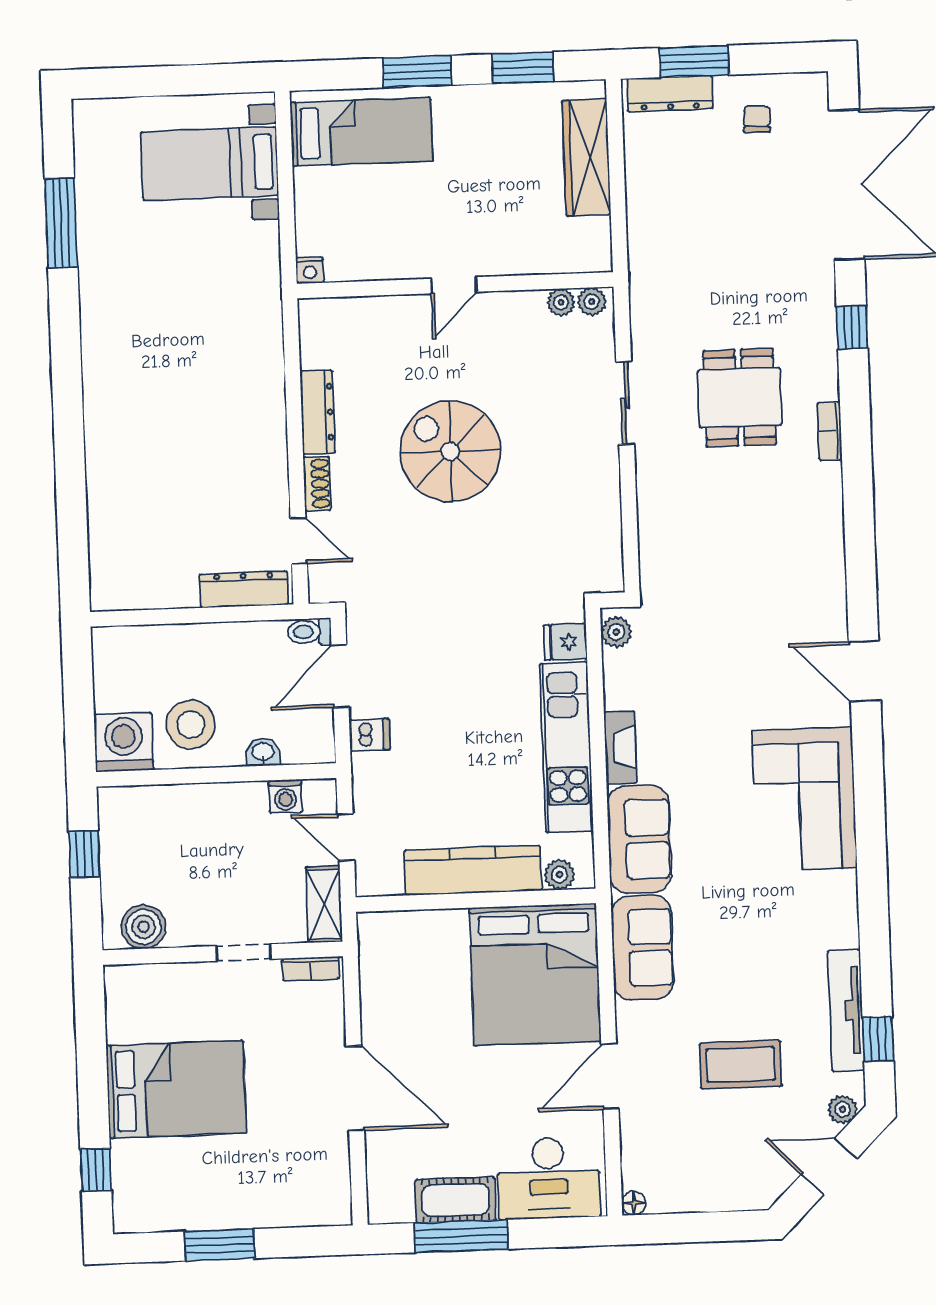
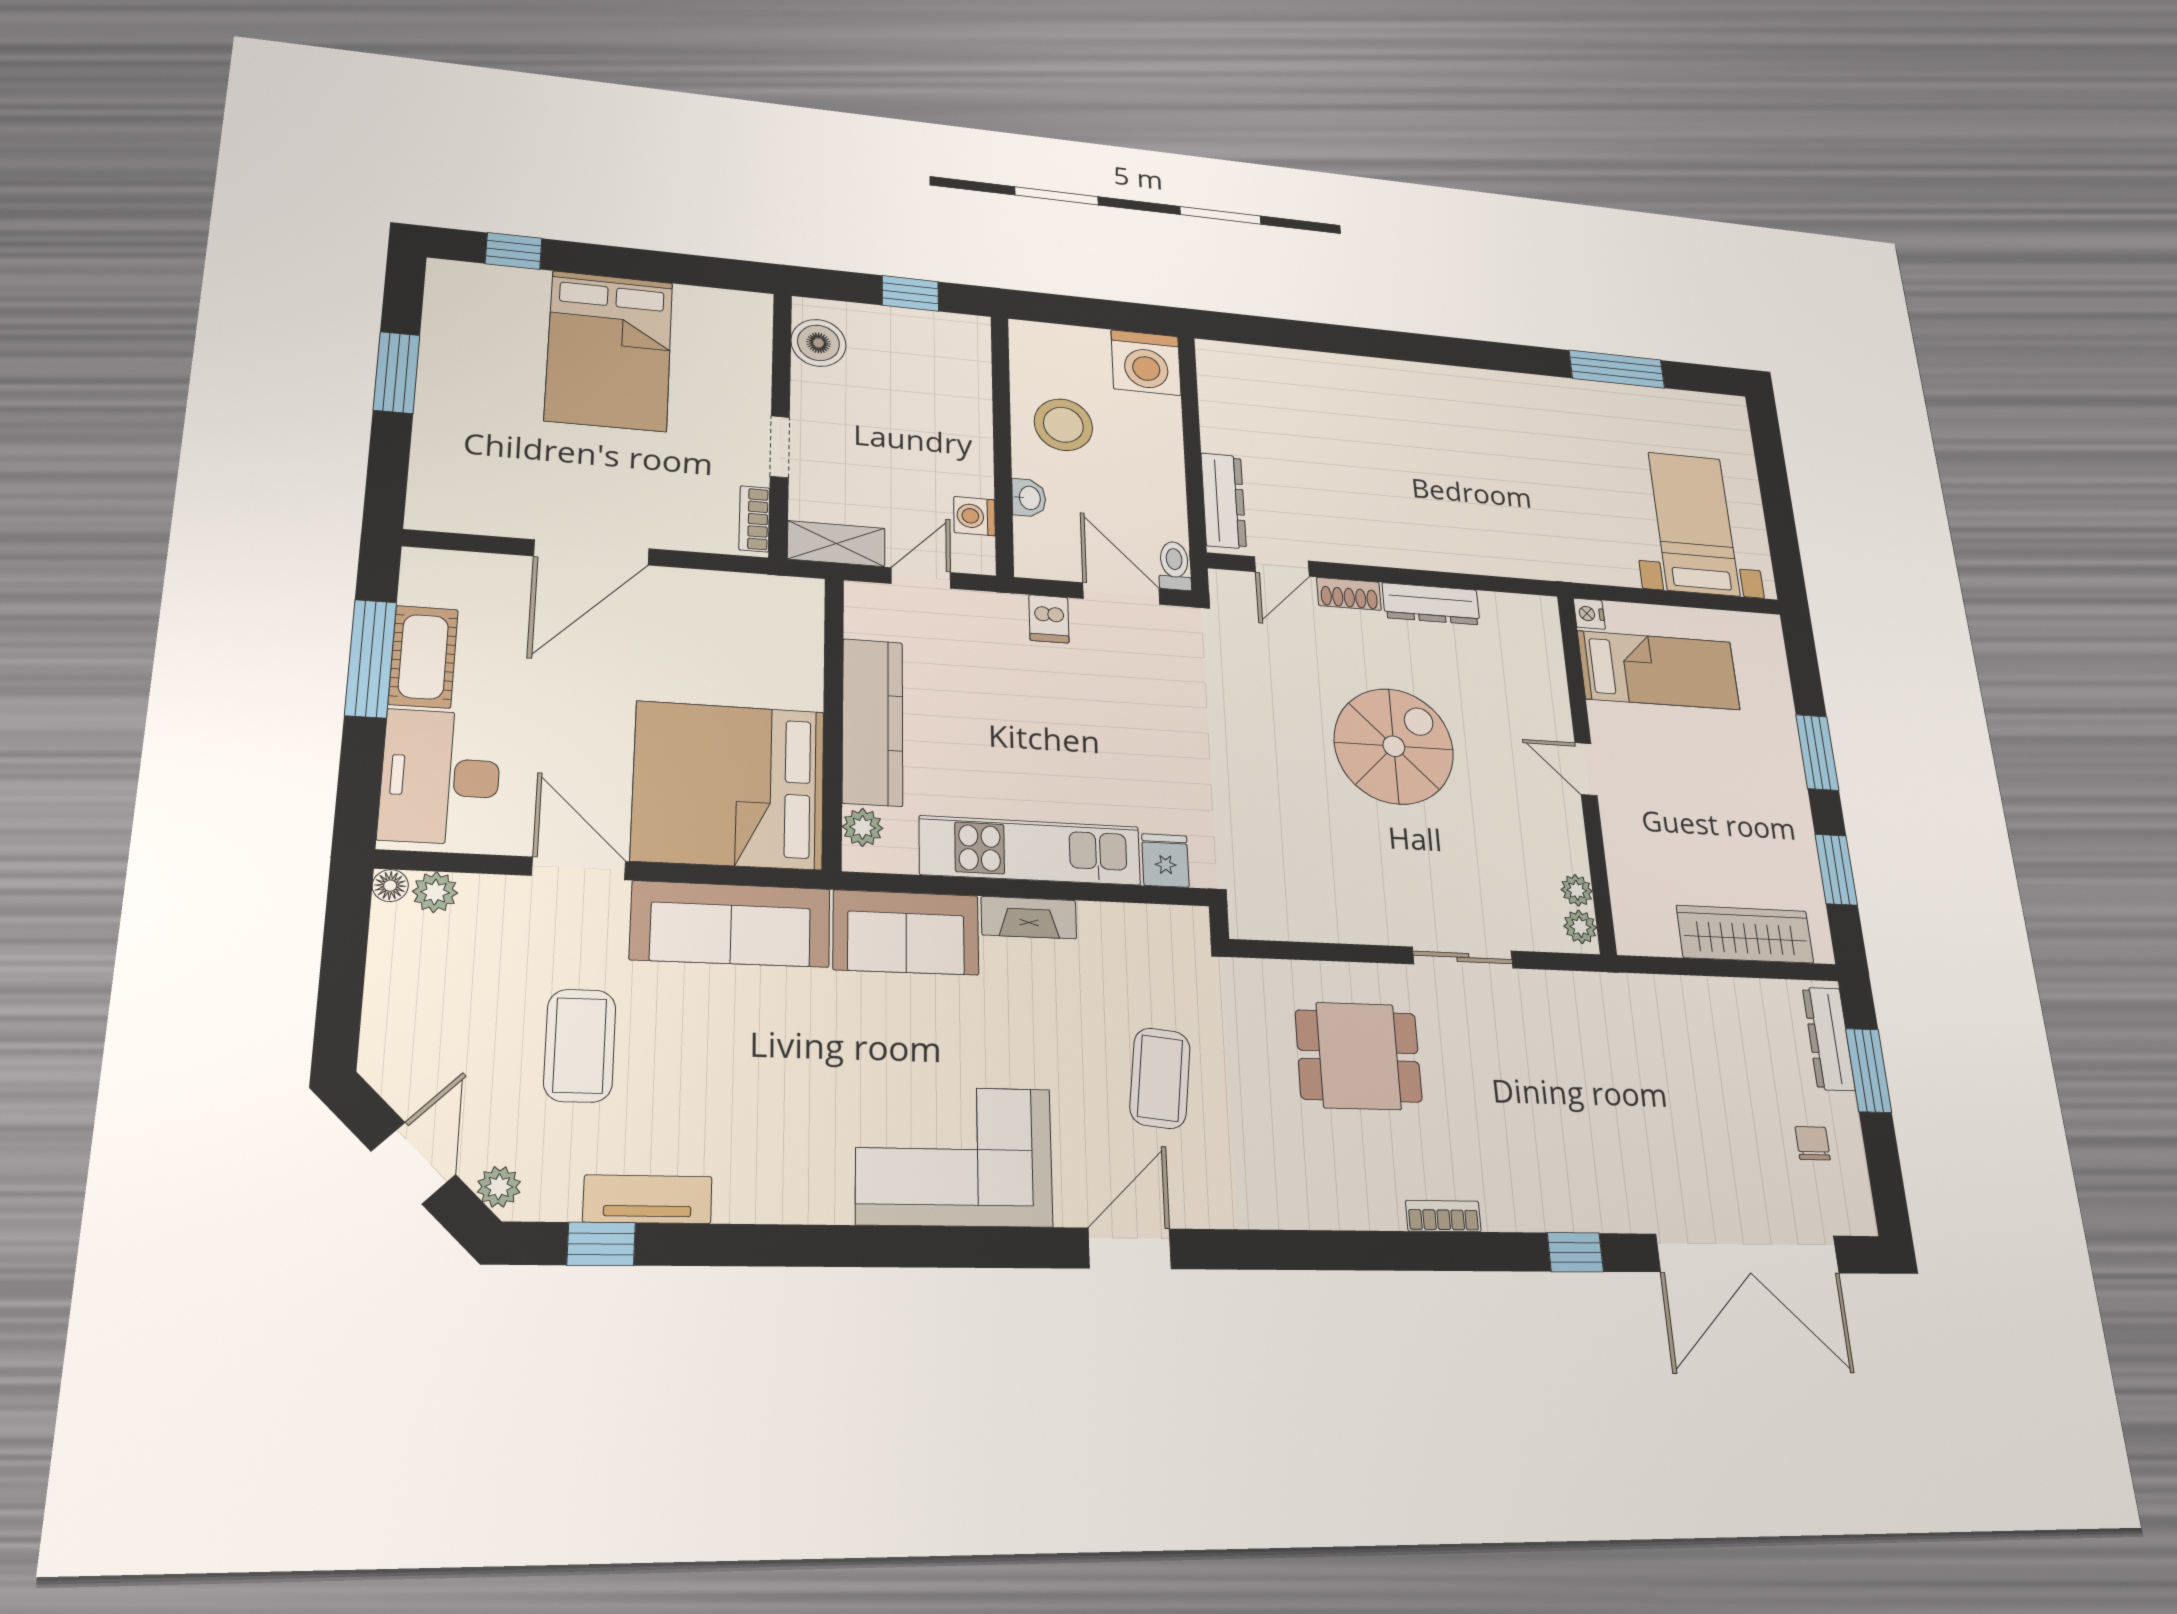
chair: (757, 119) -> (1813, 1143), turned -92
bed: (361, 132) -> (1659, 670), moved, turned -90
dining table: (740, 398) -> (1359, 1056), moved
plant: (616, 632) -> (435, 892), moved
coffee table: (738, 648) -> (1160, 1078), added
washing machine: (124, 742) -> (1146, 363), moved, turned 90
sofa: (643, 948) -> (731, 924), width x1.36
tv unit: (846, 1010) -> (648, 1199), width x0.71

